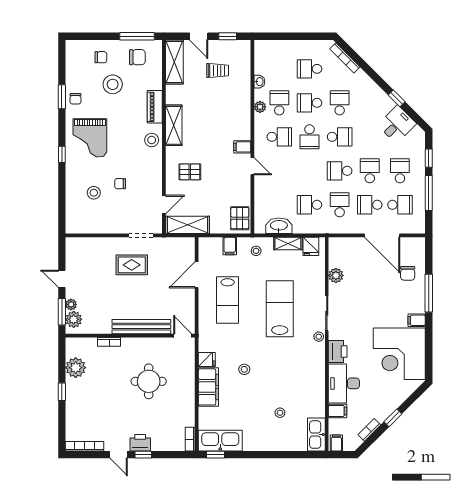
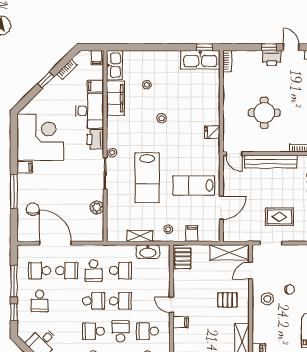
stool: (152, 140) -> (267, 299), moved
school desk: (370, 171) -> (120, 301), moved, turned -90
fridge: (311, 246) -> (119, 233), removed
lab bench: (228, 300) -> (194, 185), turned -90
stool: (244, 369) -> (162, 118), moved
filing cabinet: (208, 387) -> (116, 98), moved, turned 180

